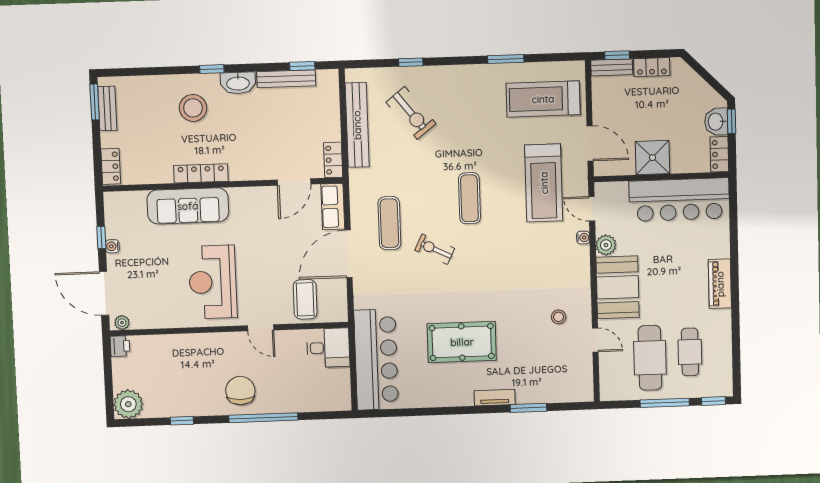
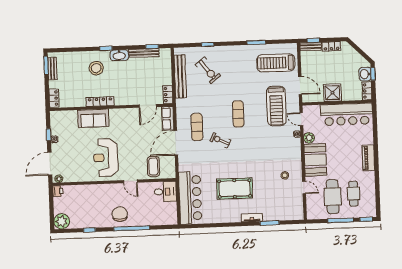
sofa: (188, 206) -> (93, 118), width x0.73
door: (104, 293) -> (50, 164), hinge flipped

